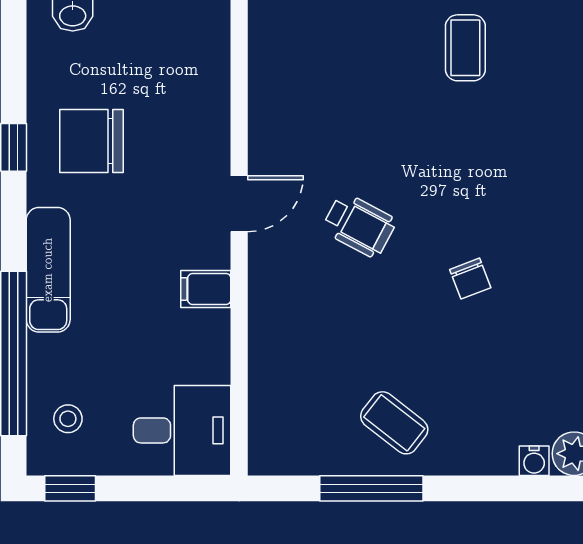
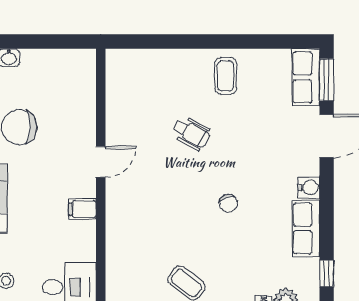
wheelchair: (359, 225) -> (191, 133), moved

